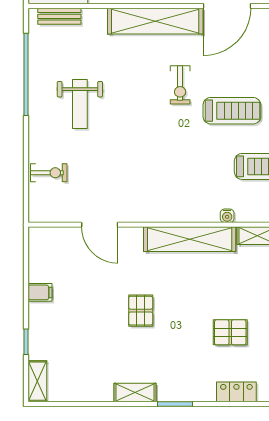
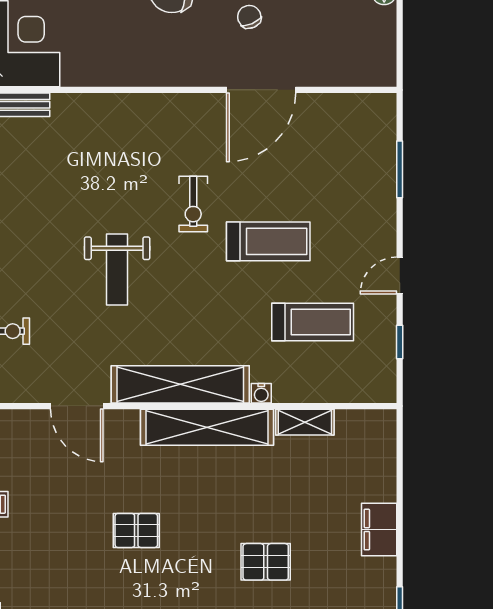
shelving: (155, 21) -> (180, 384), moved
weight bench: (80, 104) -> (117, 270), moved
pallet: (141, 311) -> (136, 530), turned 90

